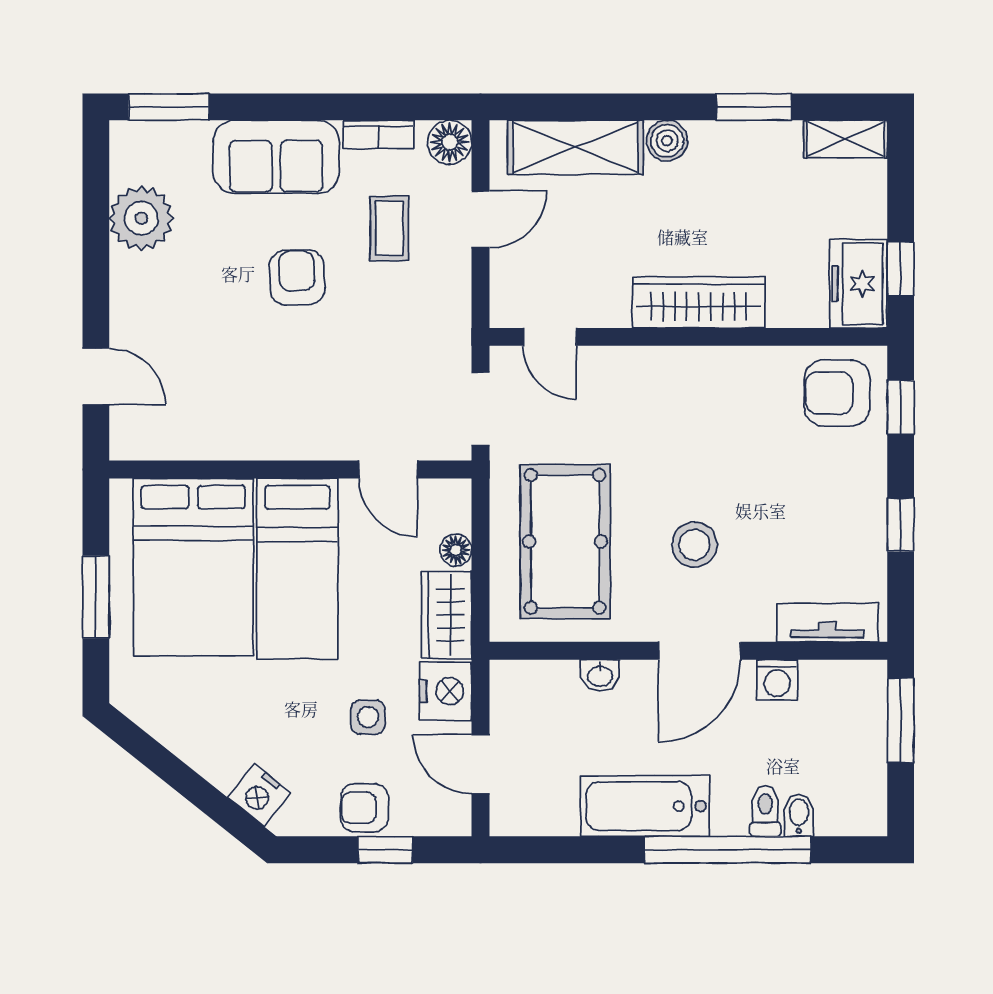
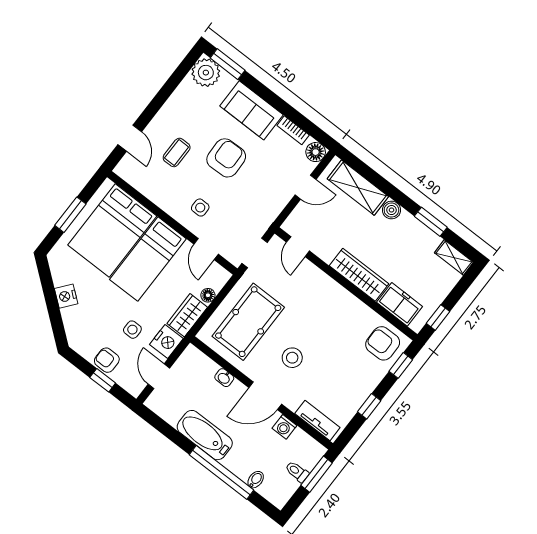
plant: (141, 218) -> (206, 73), moved
coffee table: (389, 228) -> (177, 152), moved
armchair: (297, 278) -> (226, 158), width x1.38, depth x1.38
freezer: (859, 284) -> (399, 304), moved, turned 90
side table: (320, 403) -> (200, 208), added
nightstand: (259, 795) -> (66, 296), moved
toilet: (765, 811) -> (297, 472), moved, turned -90

